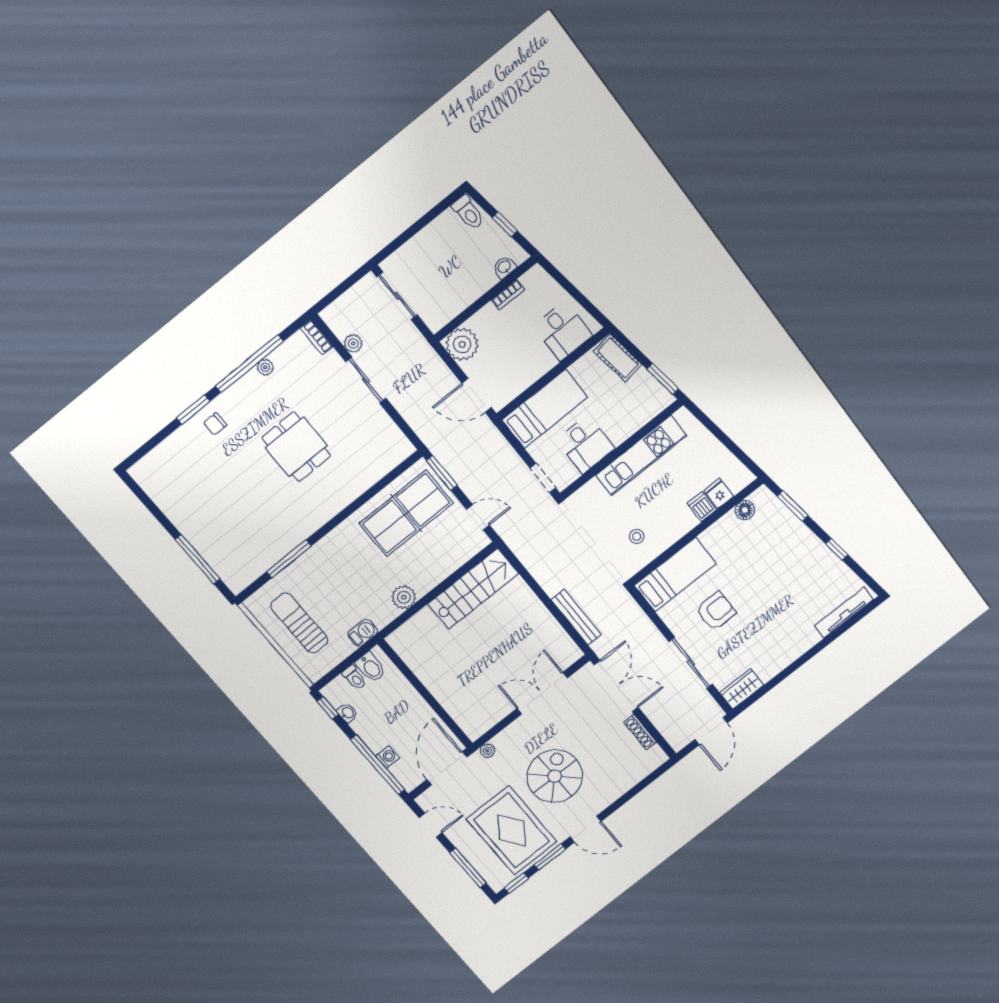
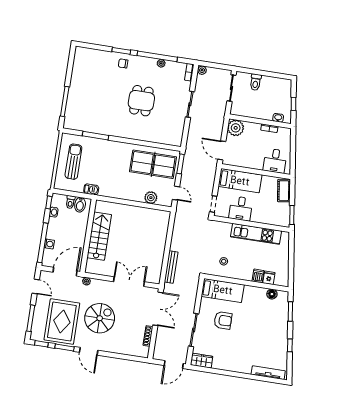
toilet: (468, 213) -> (256, 82), moved
plant: (353, 343) -> (202, 70), moved
stairs: (473, 589) -> (99, 236), moved, turned -90
plant: (404, 597) -> (151, 198), moved

